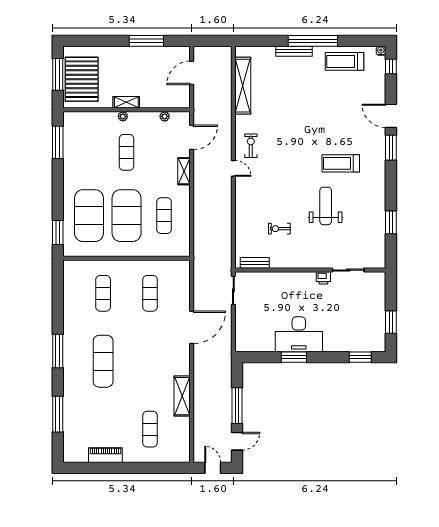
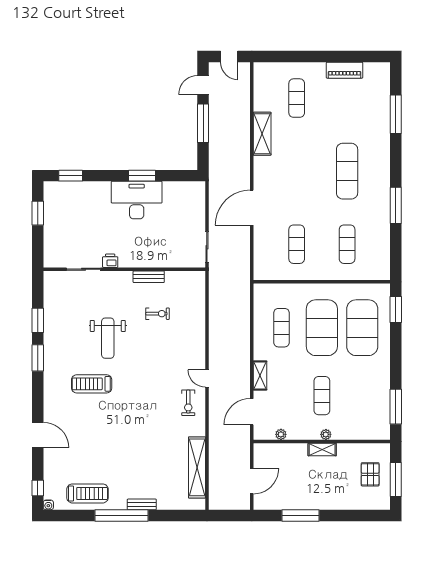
bench: (294, 51) -> (142, 504), width x0.73
pallet: (82, 79) -> (370, 474), width x0.49, depth x0.50
window: (391, 148) -> (38, 358), moved
treadmill: (341, 163) -> (92, 384), turned 180
bench: (255, 263) -> (149, 277), moved
window: (58, 351) -> (396, 205), moved

